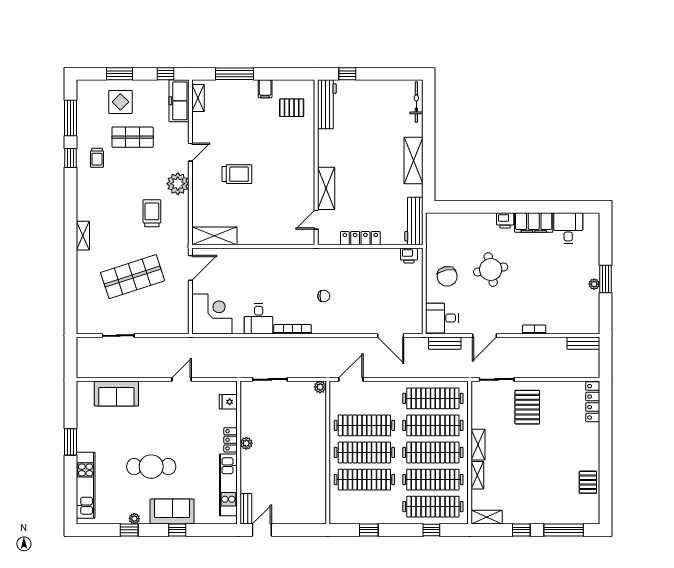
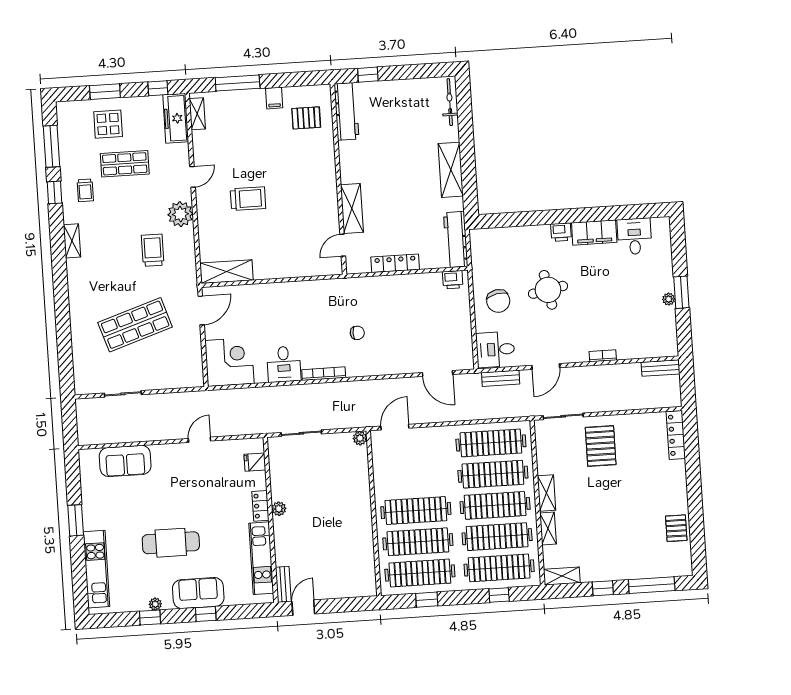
shelving: (83, 236) -> (72, 241), moved
clothes rail: (364, 425) -> (420, 573), moved

